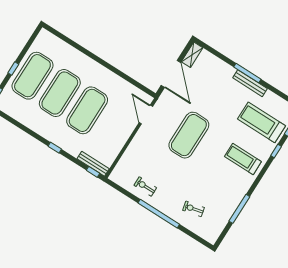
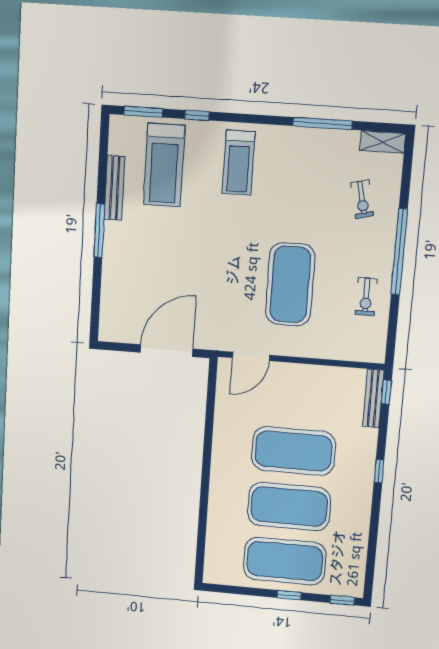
shelving: (192, 55) -> (383, 142), moved
bench: (250, 83) -> (114, 188), moved
exercise mat: (189, 135) -> (290, 284), moved, turned 90

